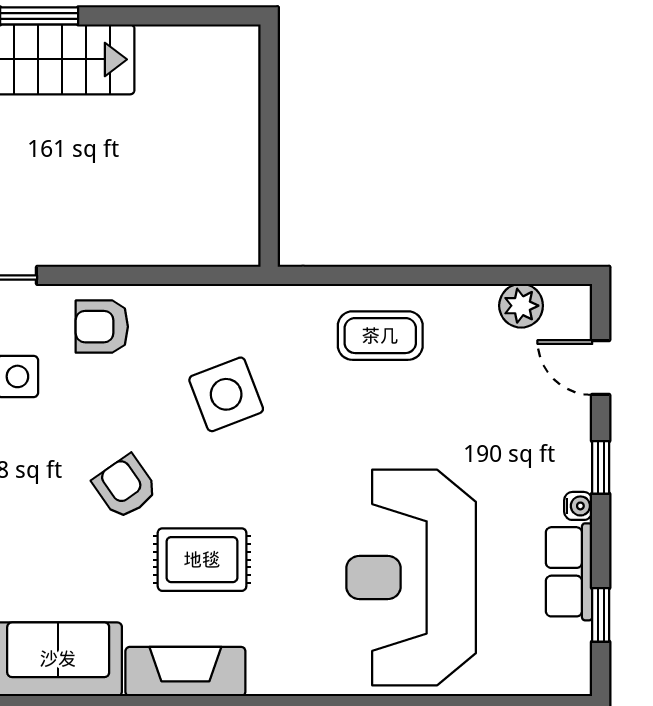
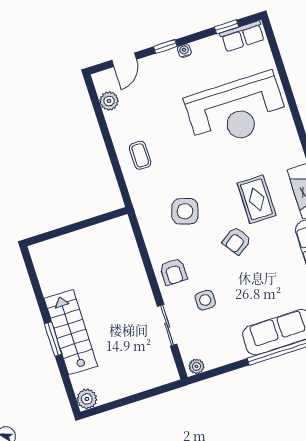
coffee table: (380, 336) -> (140, 155), width x0.73, depth x0.77
side table: (226, 394) -> (185, 211), turned 38
row of seats: (569, 572) -> (242, 36), moved

